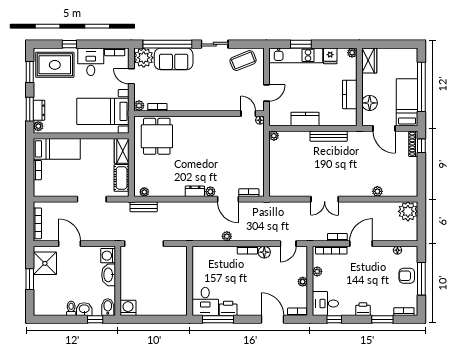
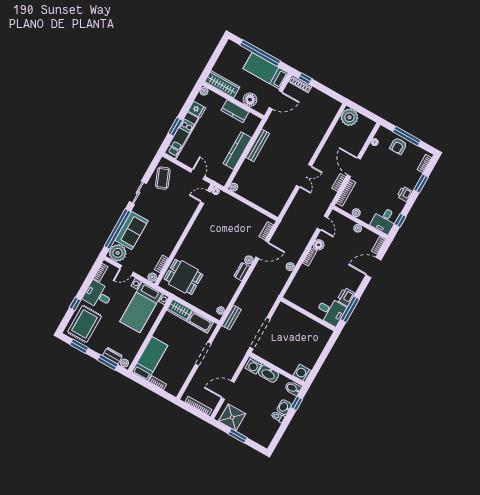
wardrobe: (369, 61) -> (222, 84), width x1.50
kitchen counter: (305, 119) -> (237, 151), width x1.50
plant: (377, 191) -> (321, 132), removed

